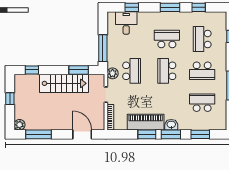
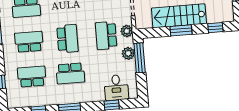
school desk: (202, 39) -> (32, 77), turned -90
plant: (113, 53) -> (128, 53), added
window: (79, 70) -> (181, 30), moved

